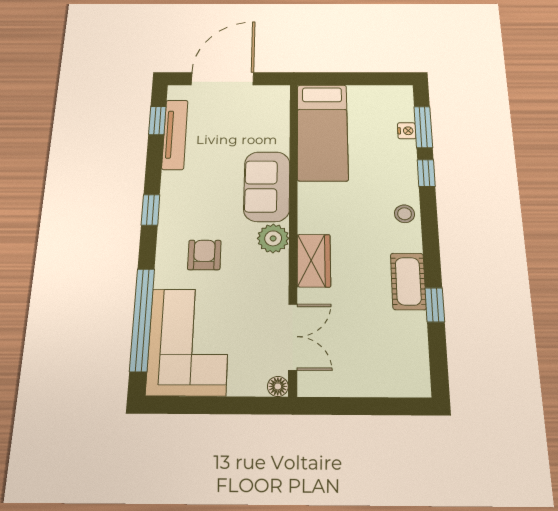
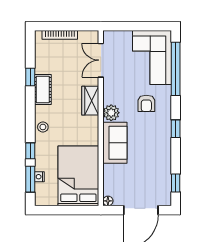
bed: (322, 132) -> (78, 176), width x1.50
tv unit: (175, 134) -> (166, 174), removed
floor lamp: (278, 386) -> (108, 201), moved
bookcase: (378, 388) -> (60, 35), added

